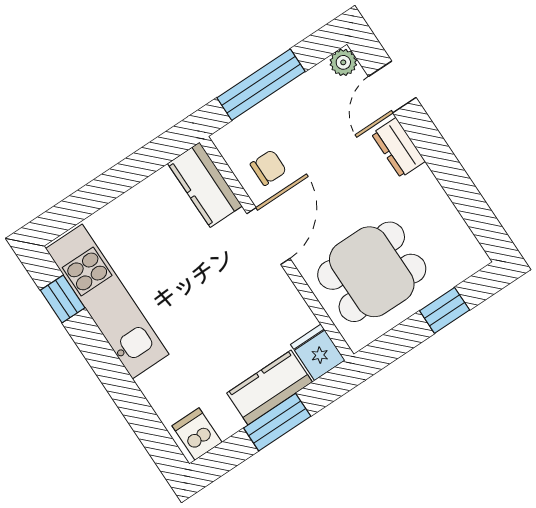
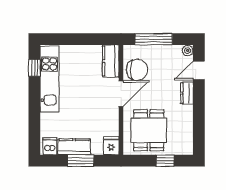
chair: (268, 168) -> (137, 70), width x1.87, depth x1.87
dining table: (372, 272) -> (149, 130), turned 90
kitchen counter: (270, 388) -> (74, 147), moved

